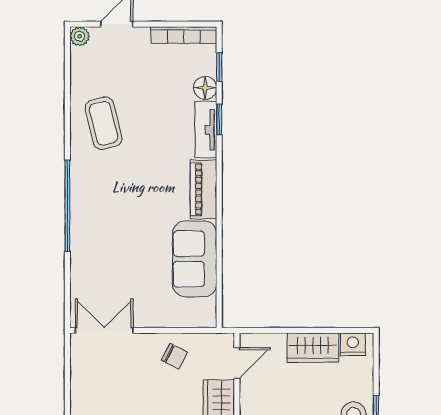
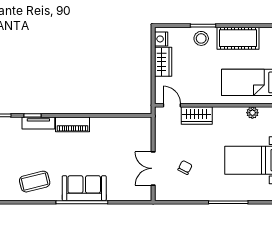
floor lamp: (205, 88) -> (14, 123), removed
sofa: (195, 259) -> (84, 188), moved, turned 180
double door: (104, 330) -> (153, 168), moved
chair: (174, 356) -> (185, 167), moved

